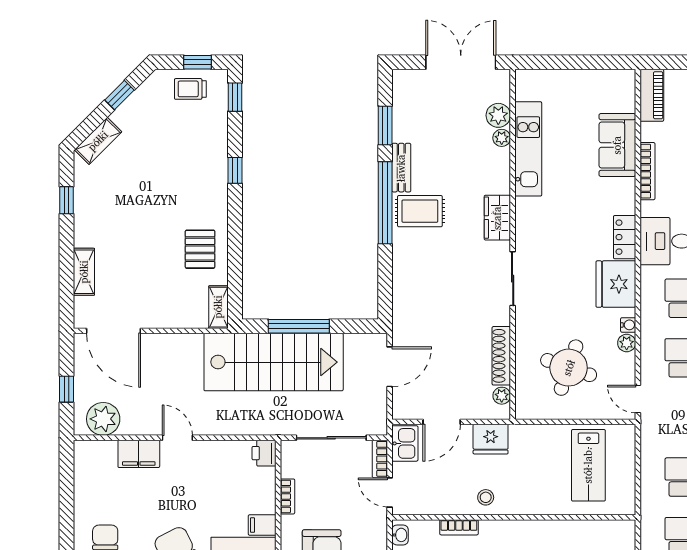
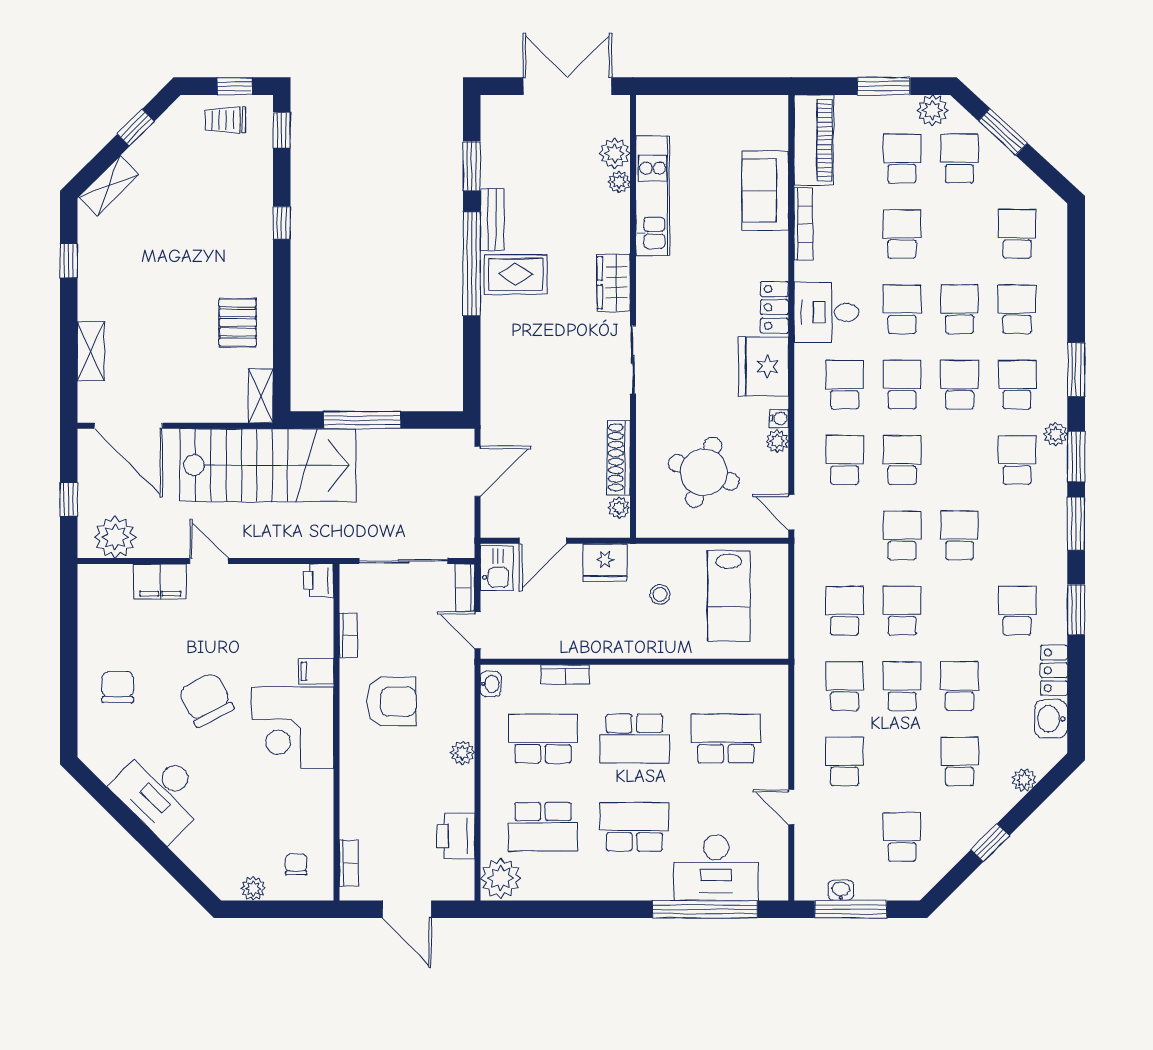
piano: (652, 95) -> (814, 140), width x1.37, depth x1.33
stairs: (274, 362) -> (268, 465), moved
stool: (486, 497) -> (660, 594), moved

